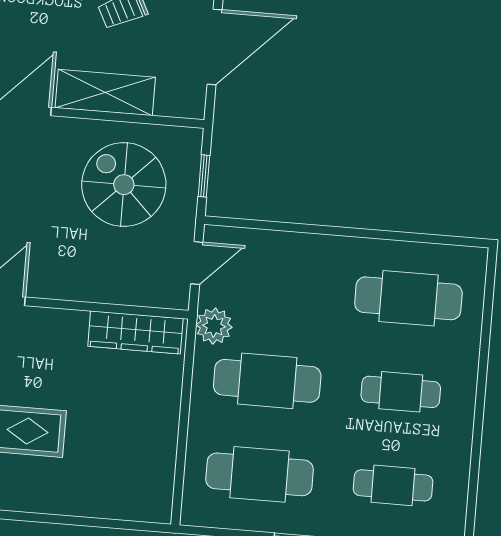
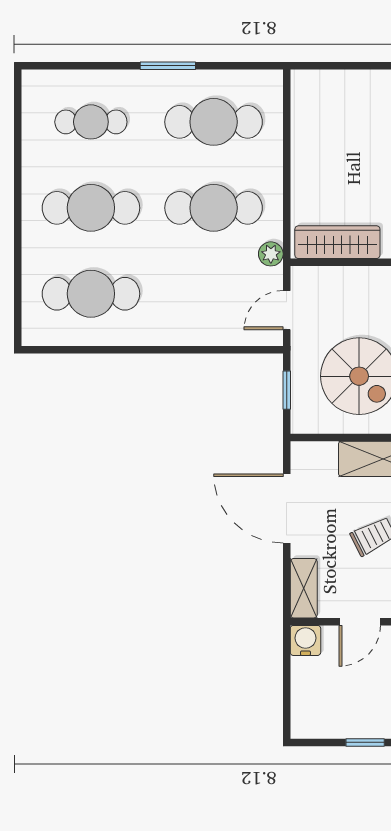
door: (215, 47) -> (287, 508), hinge flipped
plant: (214, 326) -> (271, 254), width x0.73, depth x0.73
cafe table: (401, 392) -> (91, 208), width x1.37, depth x1.35

